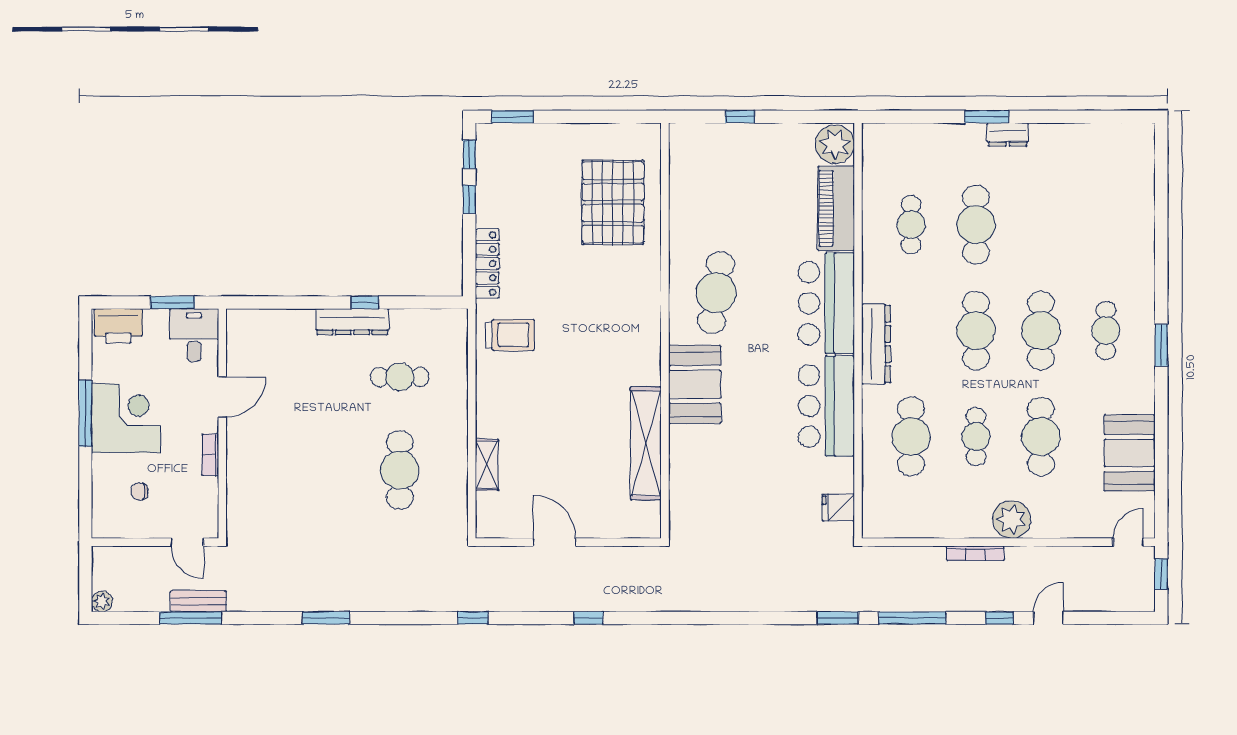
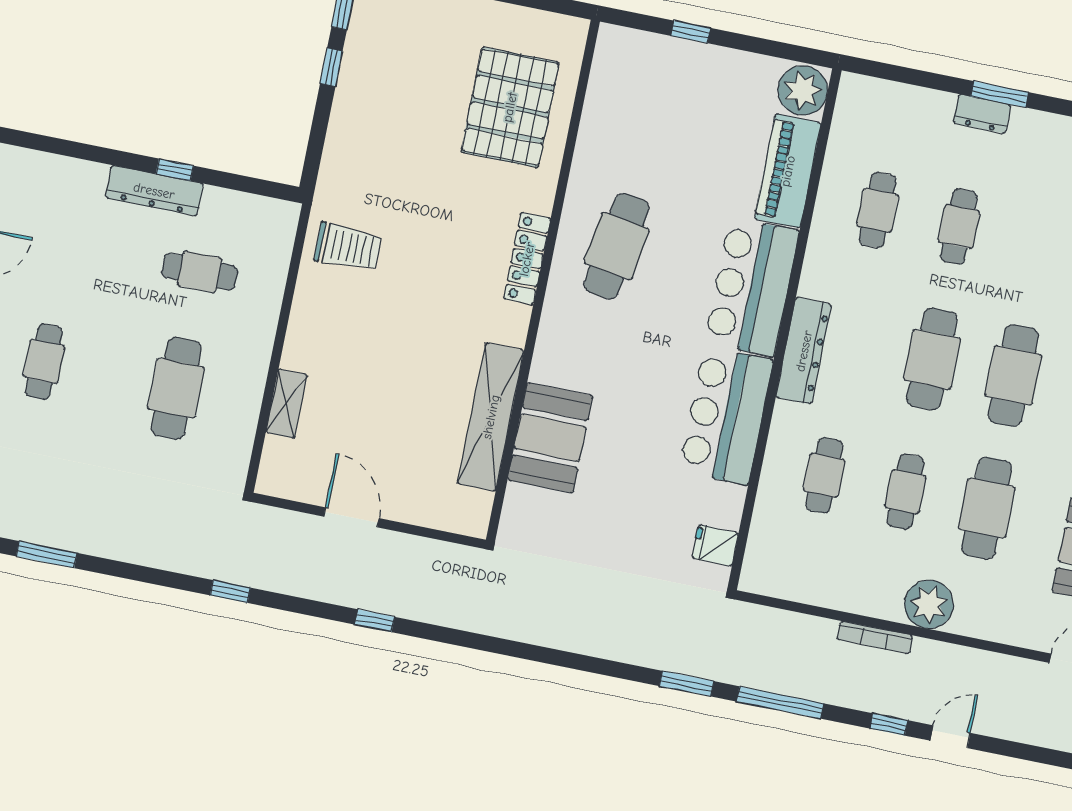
dresser: (1008, 134) -> (982, 114), moved
cafe table: (976, 225) -> (959, 227), width x0.73, depth x0.74
locker: (487, 264) -> (527, 259), moved, turned 180
booth: (695, 384) -> (550, 438), moved
cafe table: (911, 437) -> (824, 475), width x0.73, depth x0.74
cafe table: (294, 470) -> (44, 362), added

